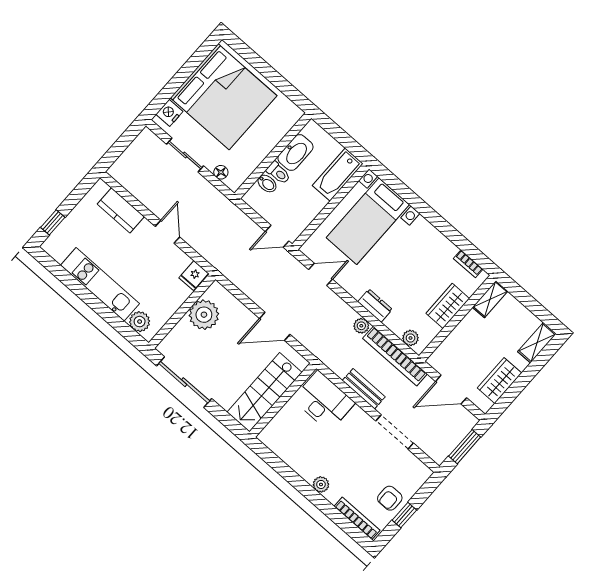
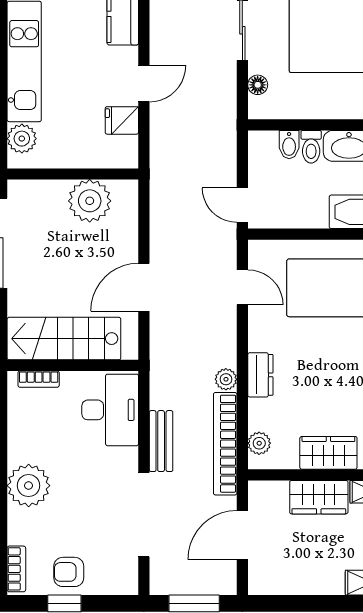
fridge: (194, 276) -> (122, 120), moved
door: (275, 326) -> (144, 287), hinge flipped
wardrobe: (500, 380) -> (319, 497), moved, turned 180
door: (451, 390) -> (242, 535), hinge flipped
bookcase: (274, 424) -> (39, 379), added
doorway: (395, 432) -> (144, 515), width x1.36
plant: (321, 484) -> (29, 486), width x1.87, depth x1.87
bookcase: (357, 518) -> (16, 569), width x0.64

